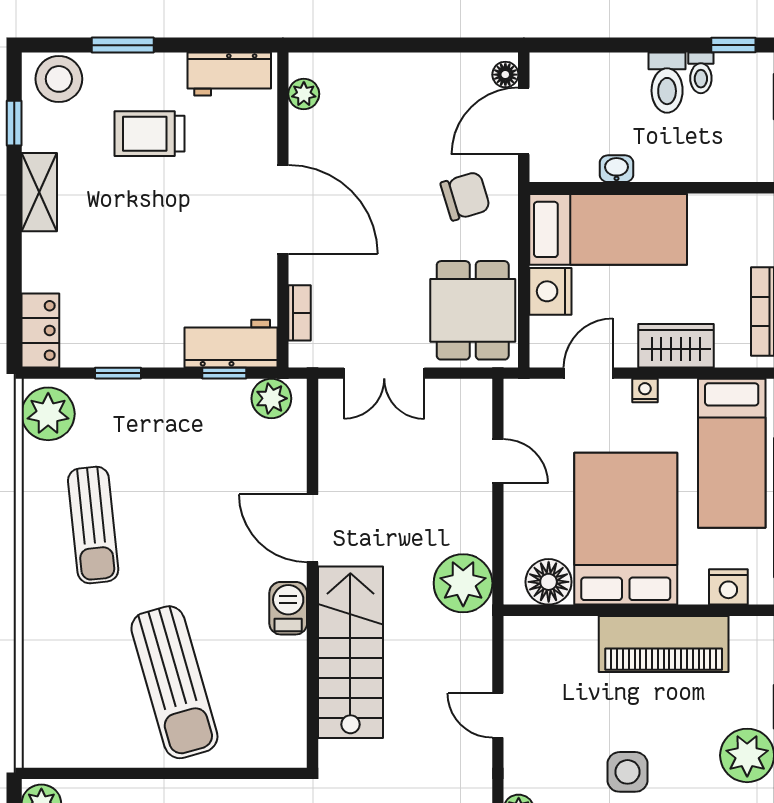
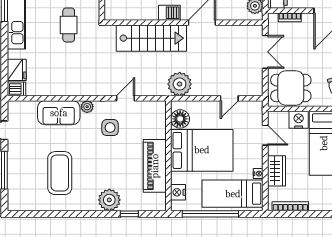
double door: (384, 373) -> (265, 52), swing flipped
nightstand: (645, 391) -> (258, 174), moved
side table: (627, 772) -> (110, 128), moved

